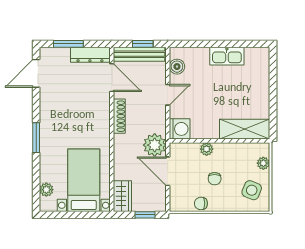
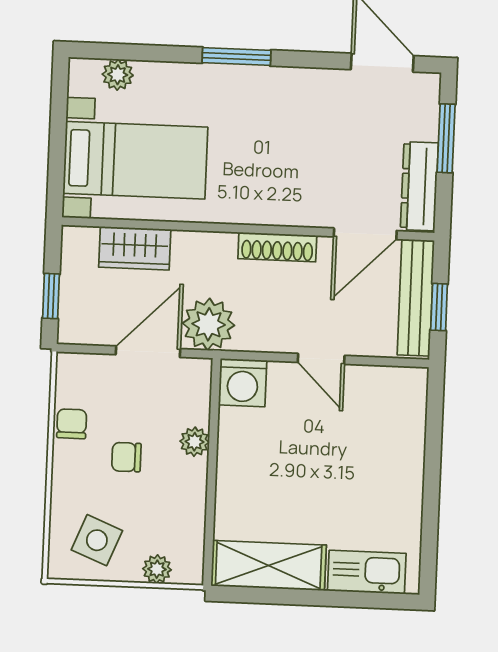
kitchen sink: (227, 56) -> (367, 572), moved, turned 90
boiler: (177, 67) -> (384, 382), removed
shelving: (245, 129) -> (269, 565), moved, turned 90
wardrobe: (122, 196) -> (135, 248), moved

